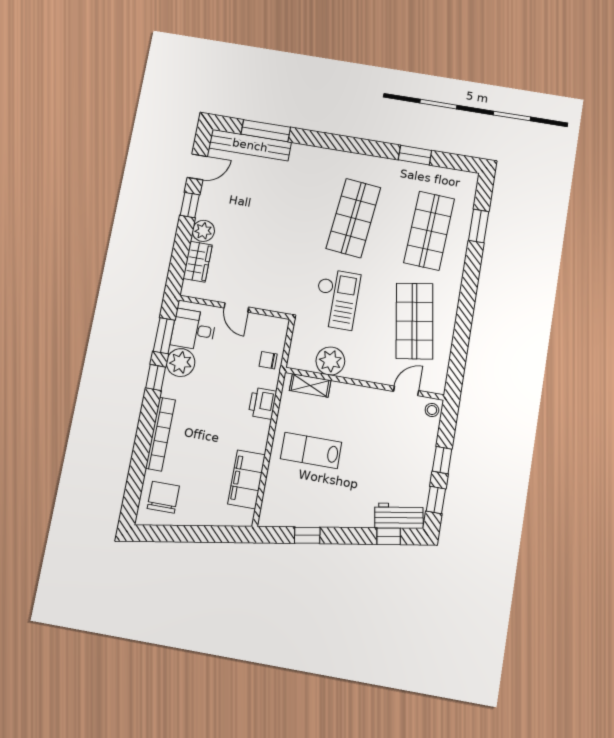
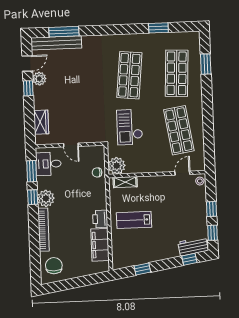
plant: (203, 231) -> (39, 79), moved
checkout: (336, 299) -> (130, 127), turned 180
plant: (330, 361) -> (117, 166), moved
plant: (181, 363) -> (46, 198), moved
printer: (262, 403) -> (100, 219), moved

